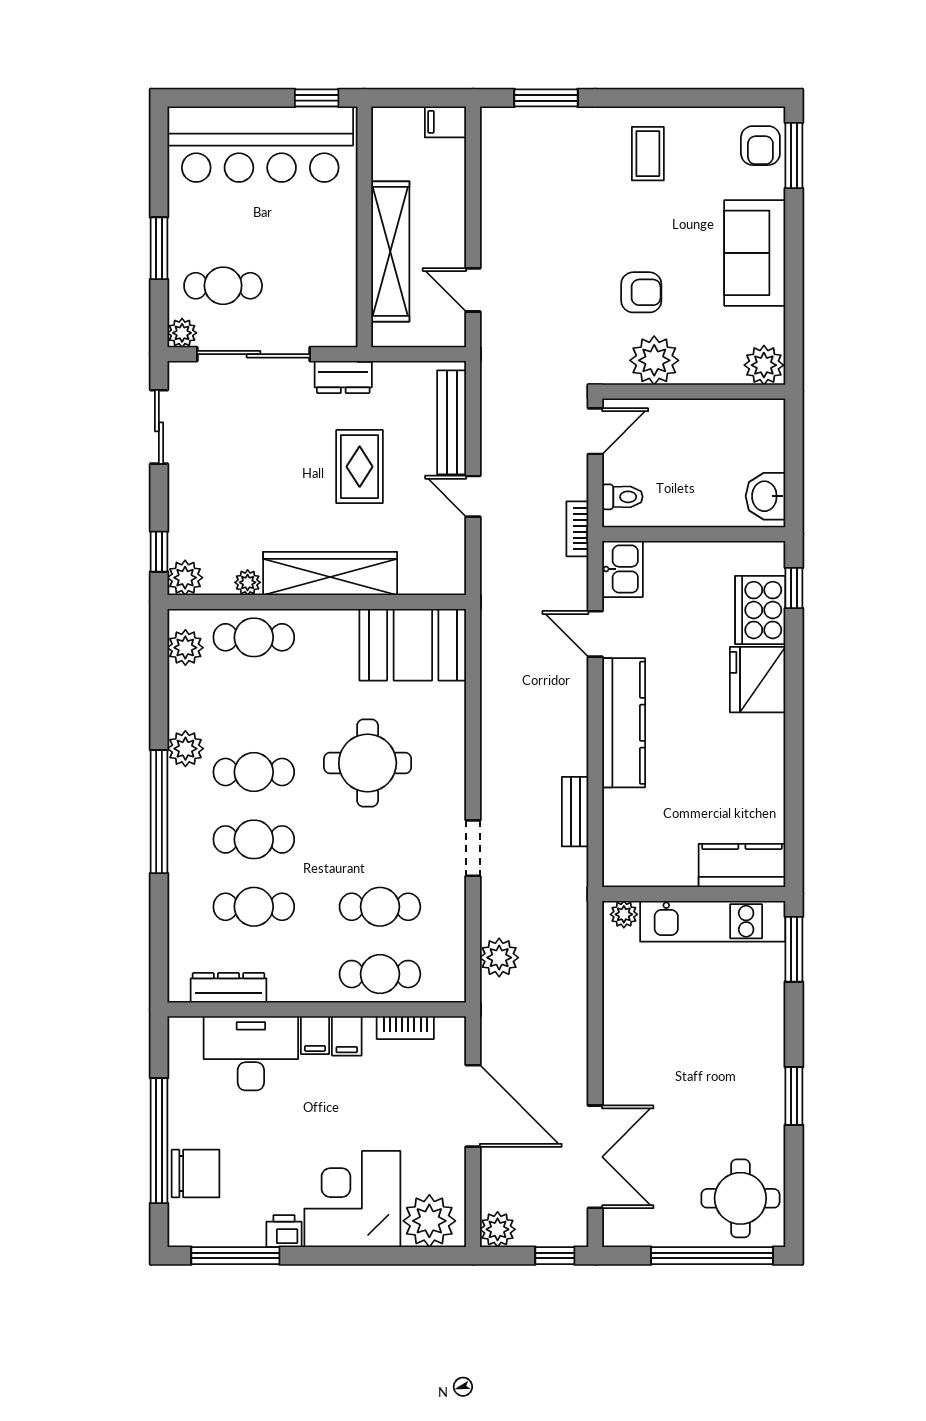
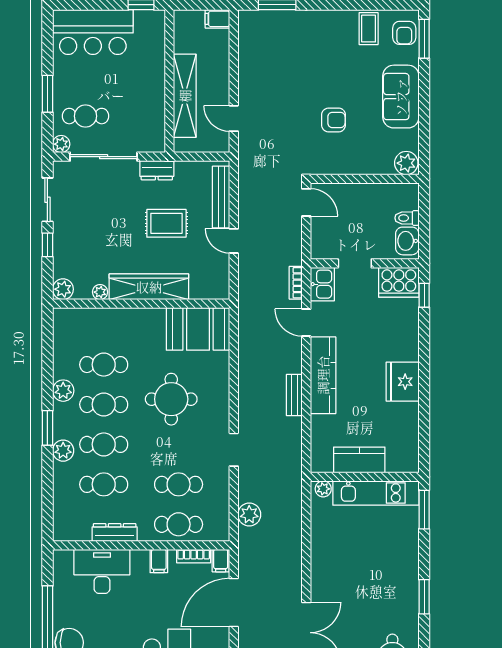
bar counter: (260, 144) -> (93, 32), width x0.73
coffee table: (648, 154) -> (369, 29), moved
plant: (654, 360) -> (341, 160), removed
door: (595, 431) -> (306, 202), hinge flipped
rug: (360, 467) -> (166, 223), turned 90
toilet: (622, 497) -> (407, 218), moved, turned 180
bookcase: (577, 529) -> (296, 283), moved
doorway: (677, 534) -> (355, 263), added
window: (159, 552) -> (47, 245), moved
cooker: (760, 610) -> (399, 282), moved, turned -90
cafe table: (254, 637) -> (104, 365), moved
plant: (185, 648) -> (63, 451), moved
fridge: (758, 680) -> (403, 382), moved
window: (159, 812) -> (47, 428), width x0.47
bench: (575, 812) -> (294, 395), moved
kitchen counter: (742, 866) -> (359, 460), moved
dresser: (229, 988) -> (115, 532), moved
filing cabinet: (315, 1035) -> (221, 561), moved
door: (473, 1106) -> (234, 603), swing flipped

